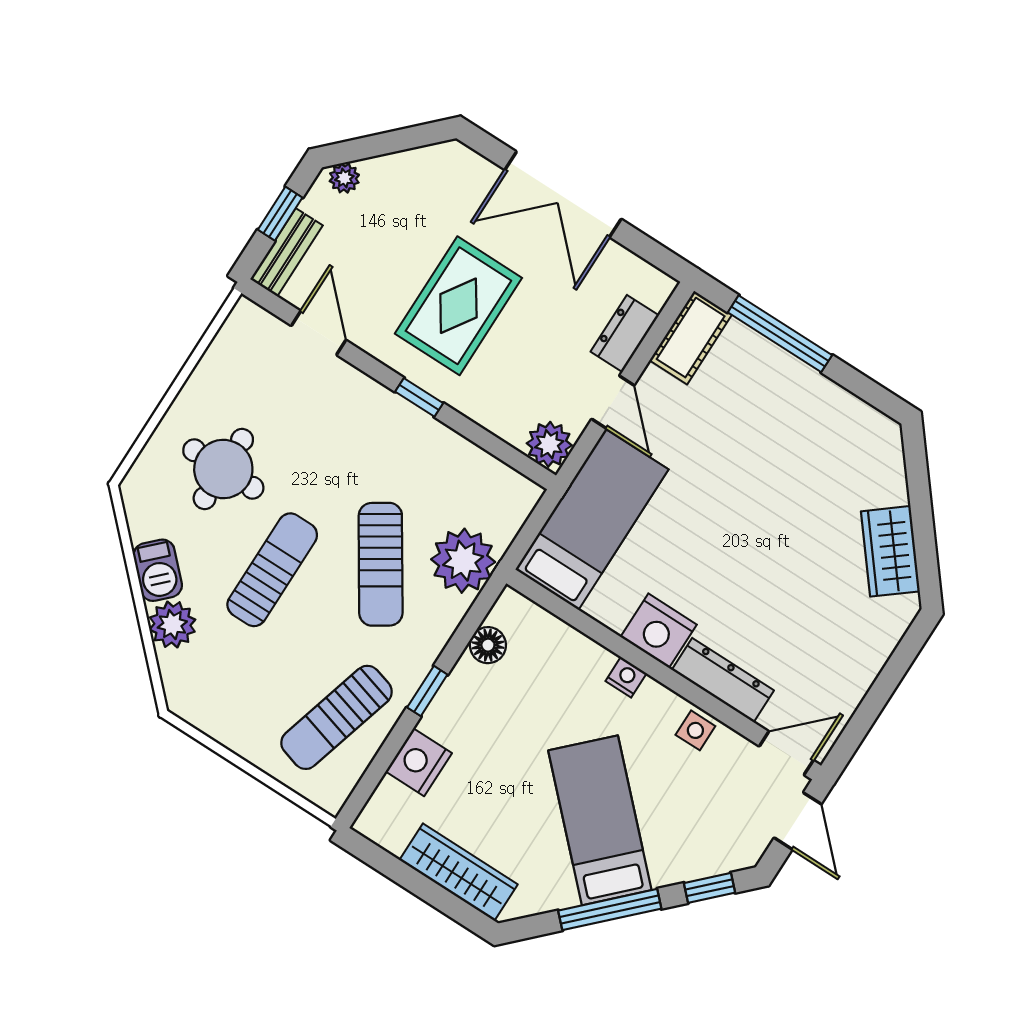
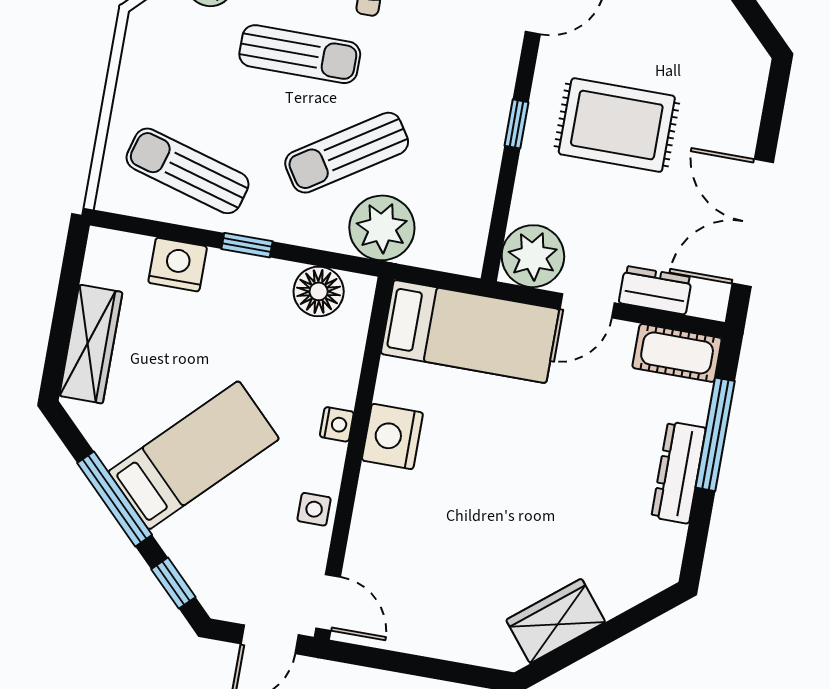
double door: (563, 194) -> (753, 223), moved
plant: (549, 444) -> (533, 256), width x1.36, depth x1.36
floor lamp: (488, 645) -> (319, 291), width x1.38, depth x1.38
dresser: (723, 680) -> (679, 473), moved, turned 180

